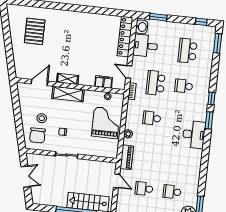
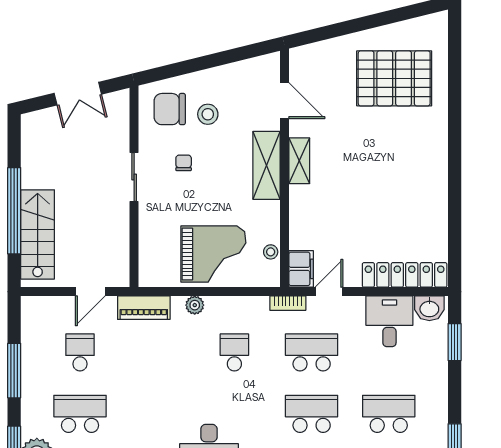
pallet: (35, 31) -> (394, 78), width x1.37, depth x1.41
filing cabinet: (104, 82) -> (301, 269), moved
school desk: (184, 86) -> (312, 414), width x1.85
school desk: (172, 192) -> (80, 414), width x1.85

